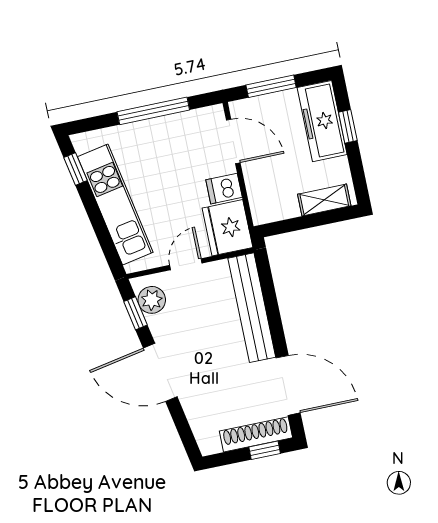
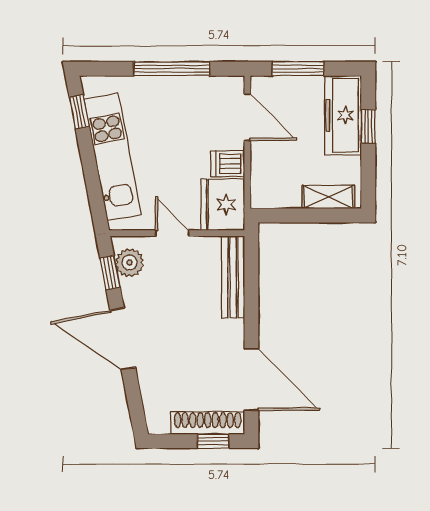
door: (186, 264) -> (172, 233), hinge flipped
bench: (252, 308) -> (233, 277), width x0.73, depth x0.82

